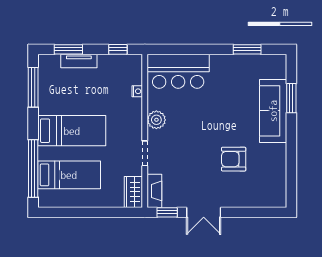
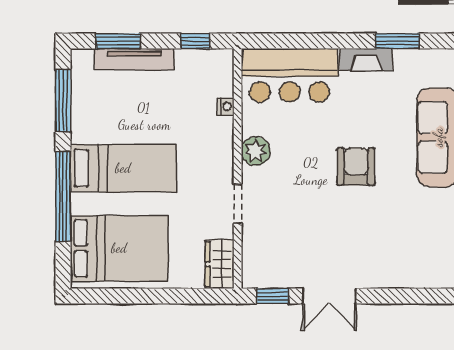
tv unit: (79, 61) -> (135, 59), width x1.41
armchair: (234, 159) -> (356, 167), moved, turned 90
window: (33, 169) -> (63, 196), moved
bed: (69, 175) -> (119, 248), width x1.50
fireplace: (154, 191) -> (366, 60), moved, turned 90

